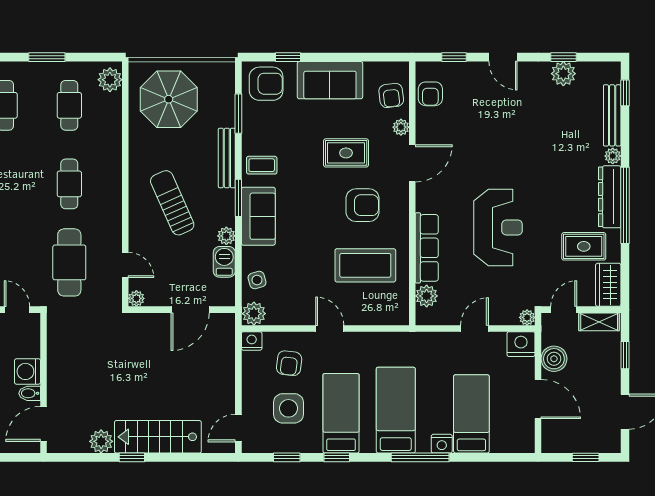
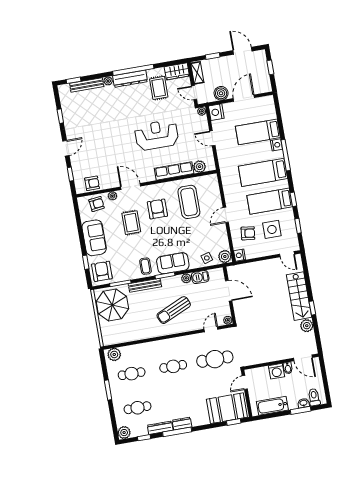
plant: (563, 74) -> (69, 115), removed
parasol: (169, 99) -> (112, 305), moved

